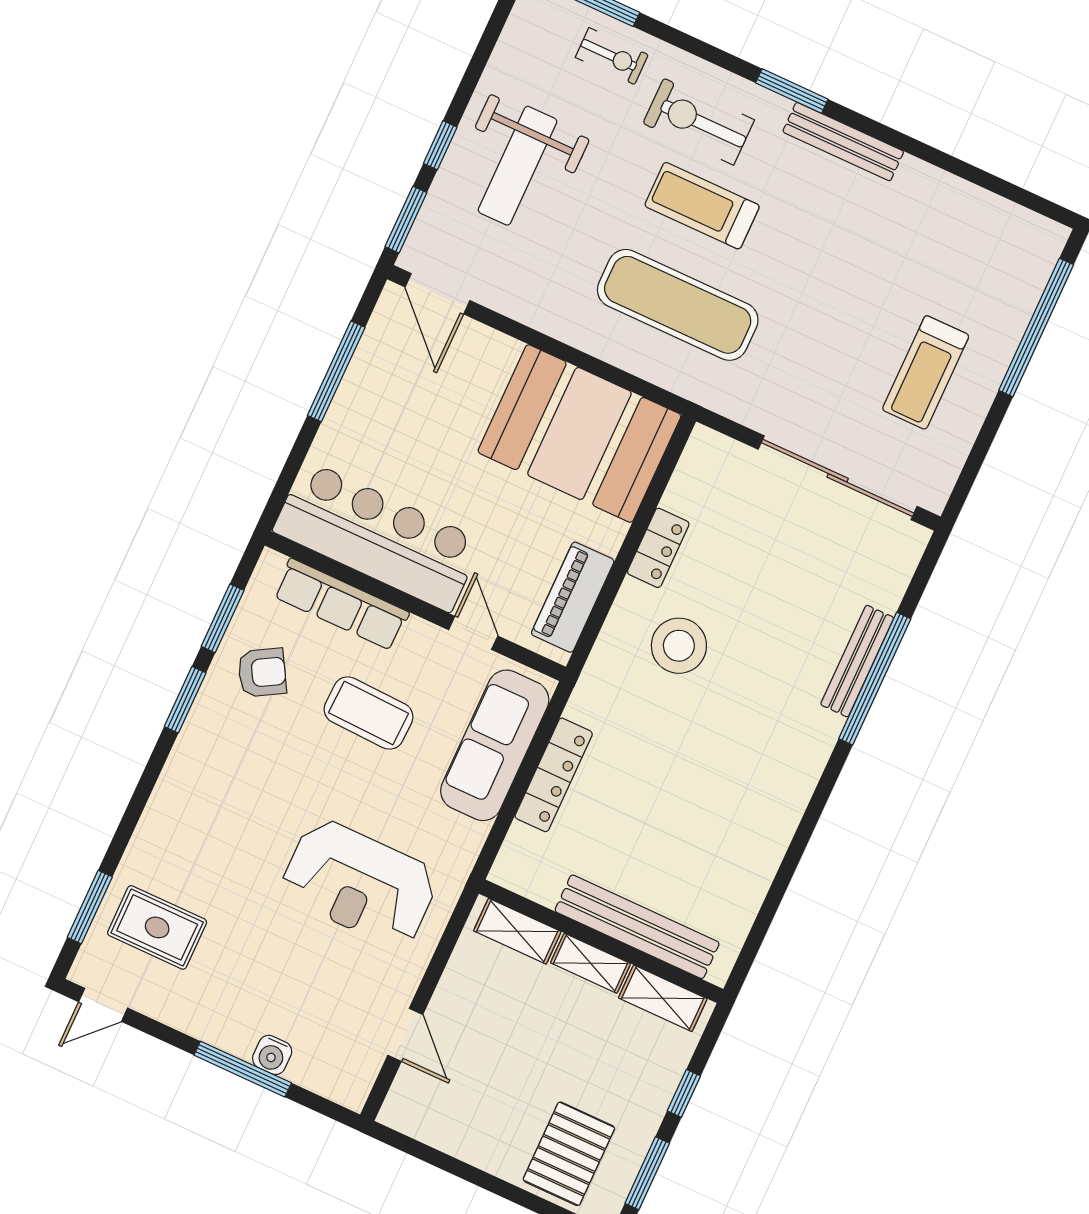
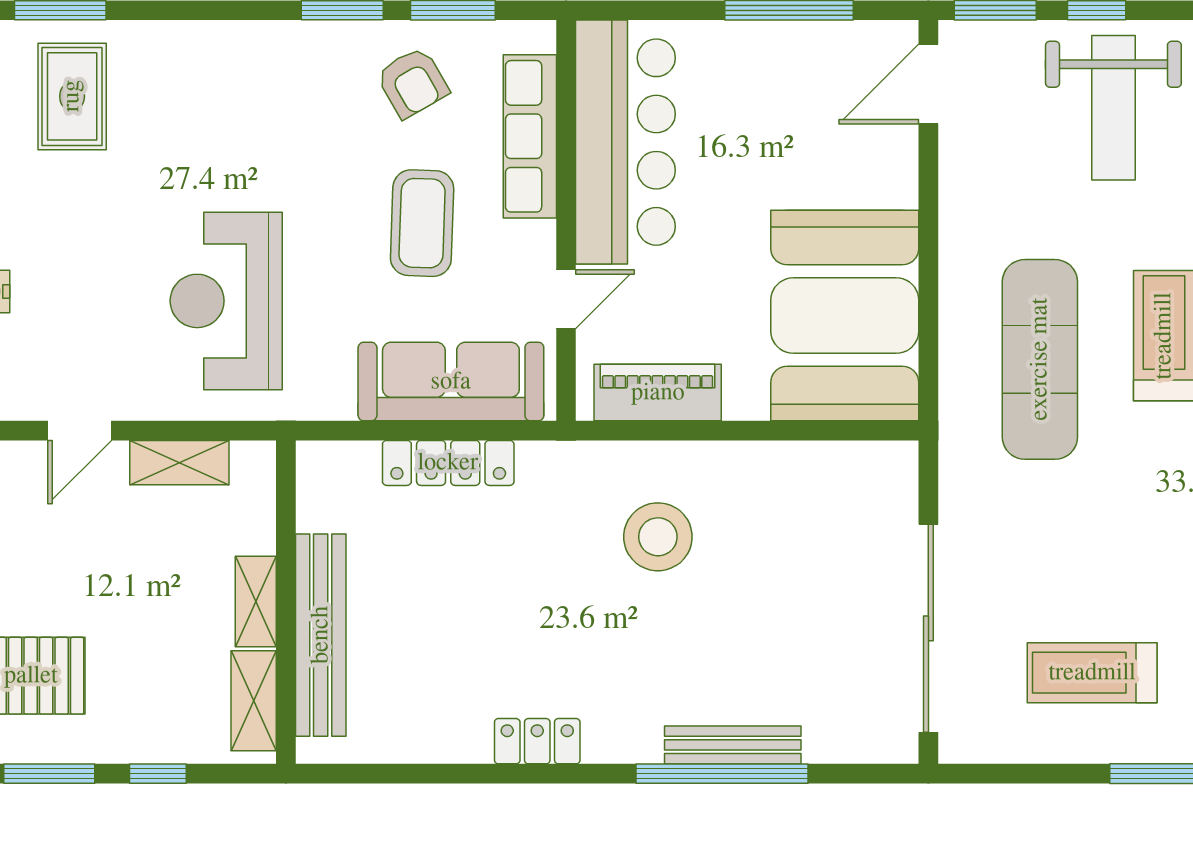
weight bench: (517, 166) -> (1113, 108), turned -90
locker: (658, 548) -> (537, 741), moved, turned 180
shelving: (517, 931) -> (179, 463), moved, turned 90

